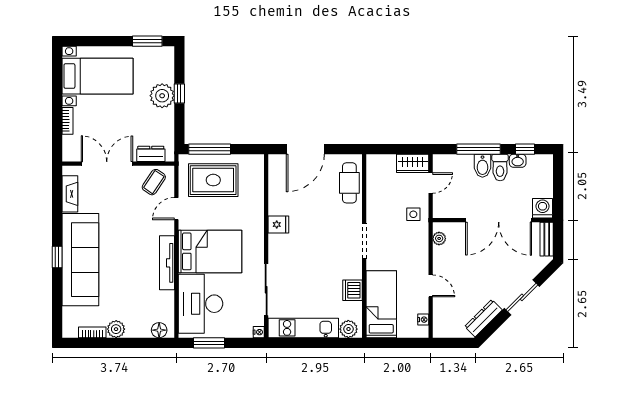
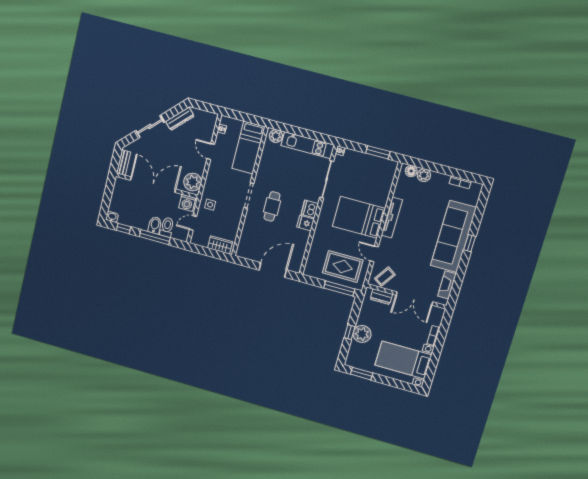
washbasin: (518, 161) -> (112, 217), moved
wardrobe: (413, 163) -> (220, 245), moved
toilet: (500, 167) -> (167, 227), moved
cafe table: (349, 183) -> (272, 206), moved
washing machine: (543, 208) -> (187, 203), moved
door: (176, 209) -> (374, 254), swing flipped
plant: (439, 238) -> (193, 182), width x1.87, depth x1.87
dishwasher: (352, 290) -> (310, 209), moved, turned 180
desk: (200, 304) -> (376, 182), removed
plant: (116, 329) -> (424, 175), moved

